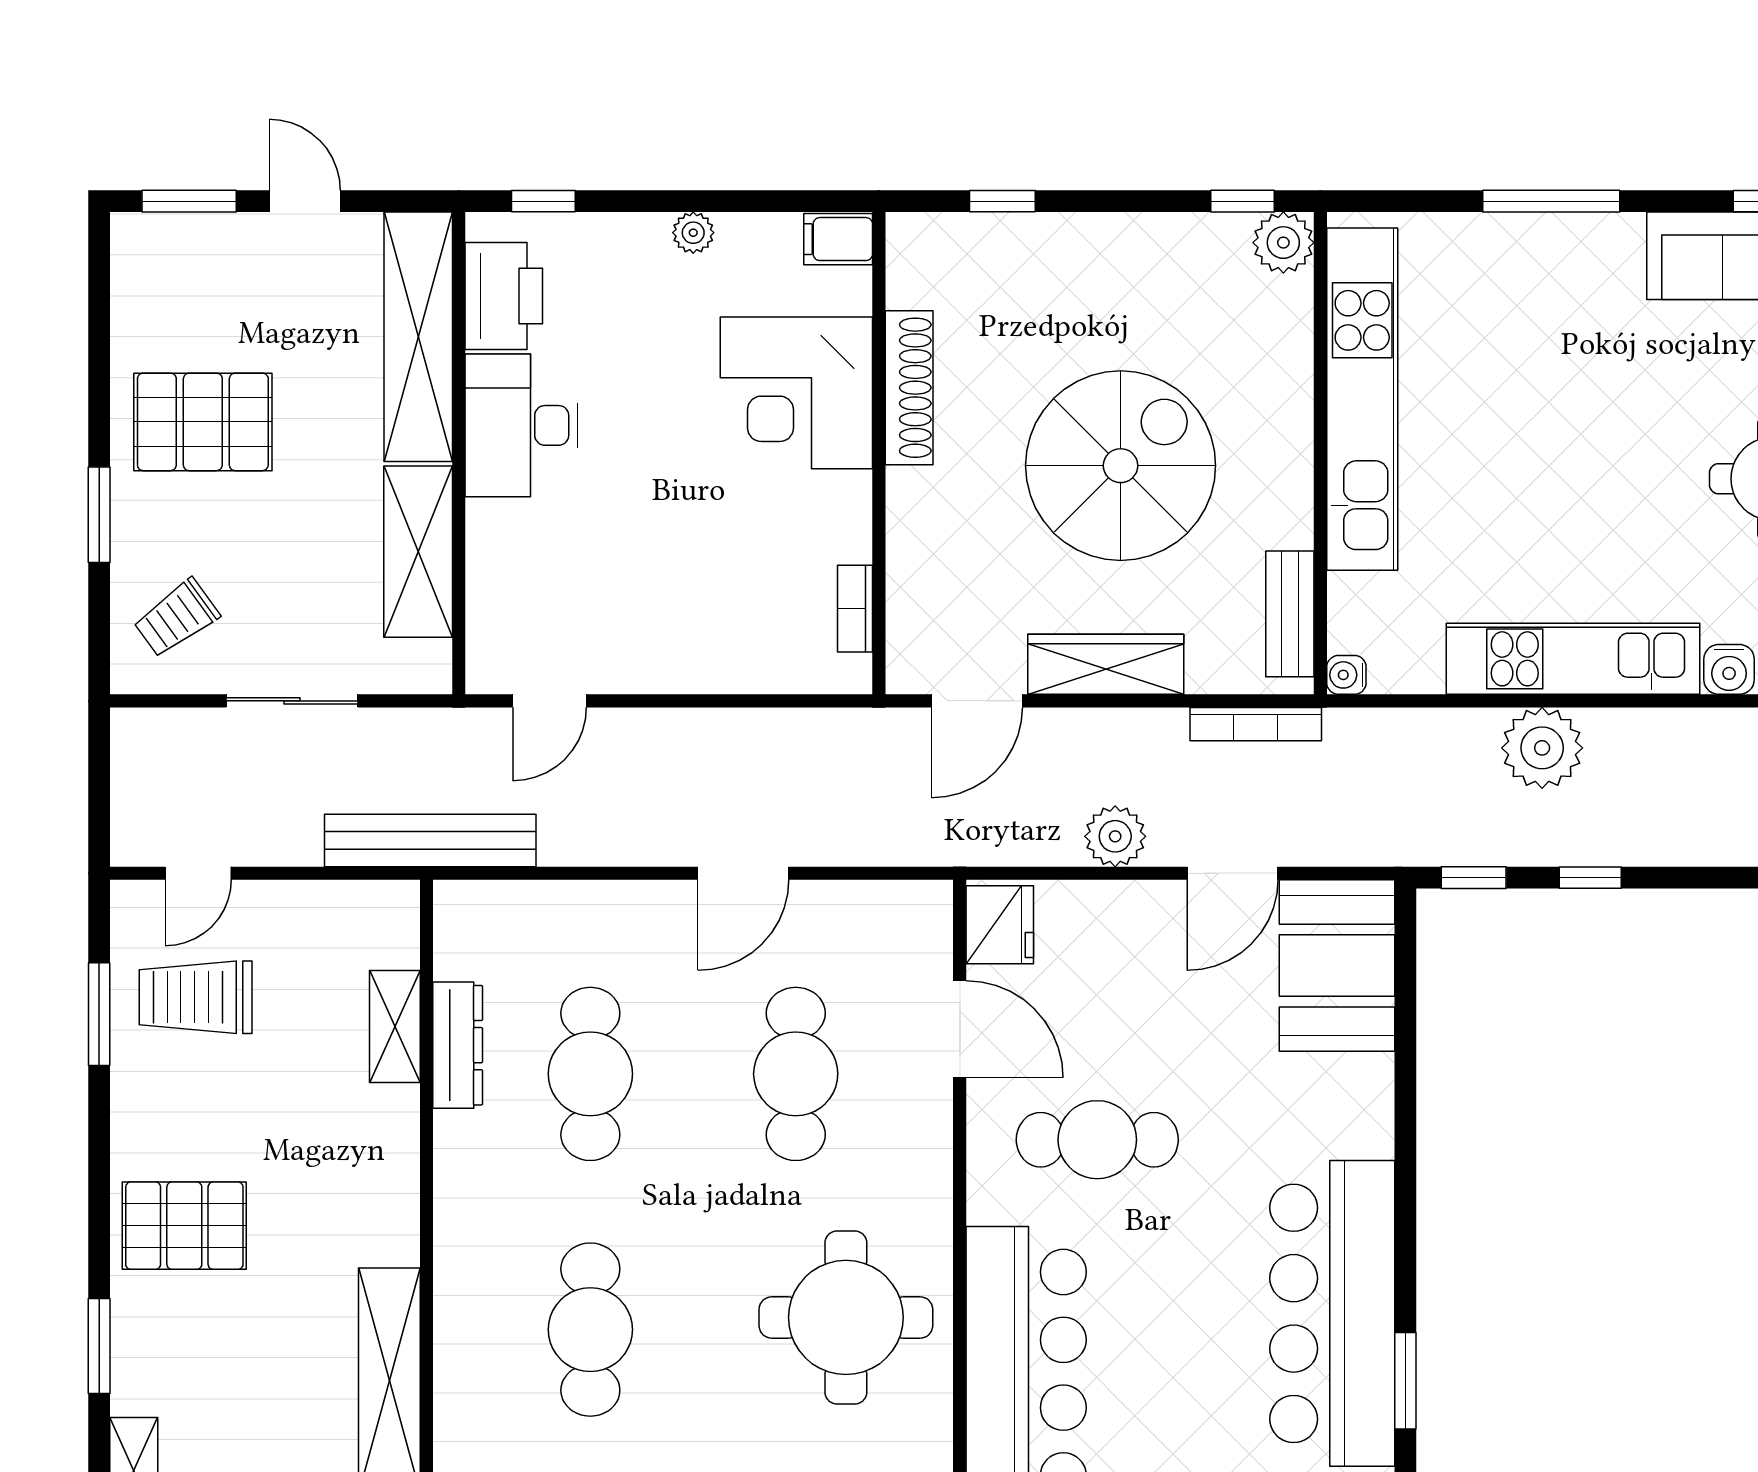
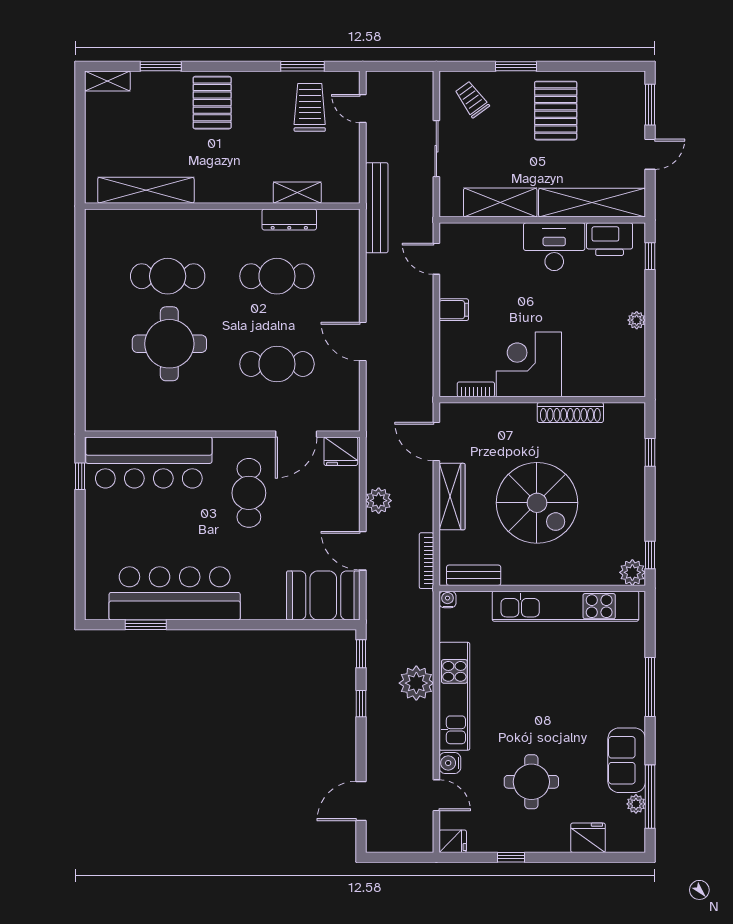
filing cabinet: (838, 239) -> (454, 310), moved, turned 90
corner desk: (796, 393) -> (529, 364), moved
round table: (846, 1317) -> (169, 344), moved

